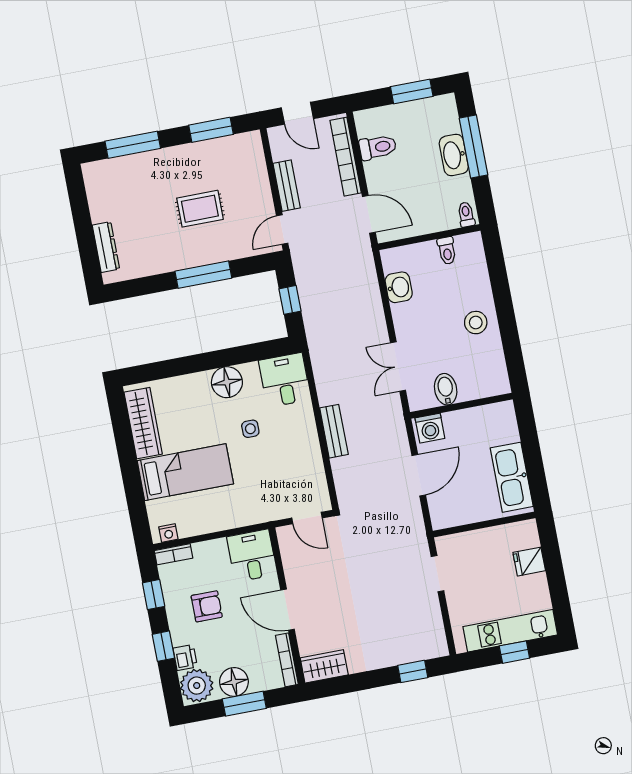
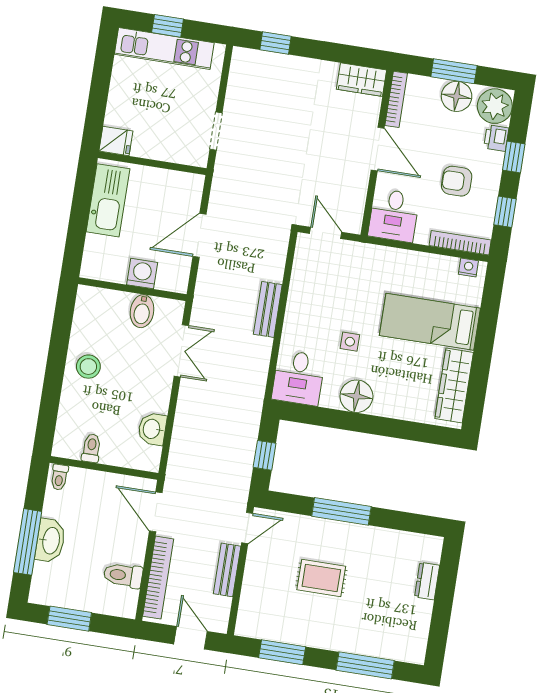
dresser: (106, 247) -> (427, 581), width x0.70
washing machine: (430, 428) -> (142, 274), moved
bookcase: (174, 554) -> (460, 243), width x1.56
fridge: (529, 562) -> (116, 141), moved

